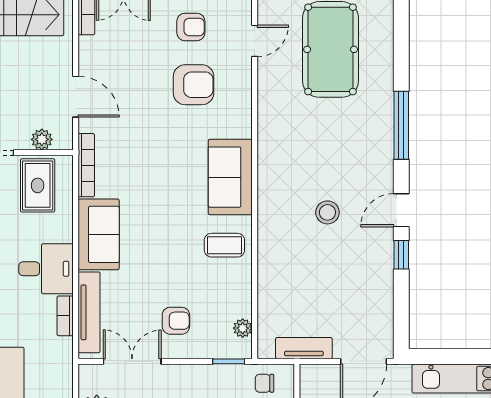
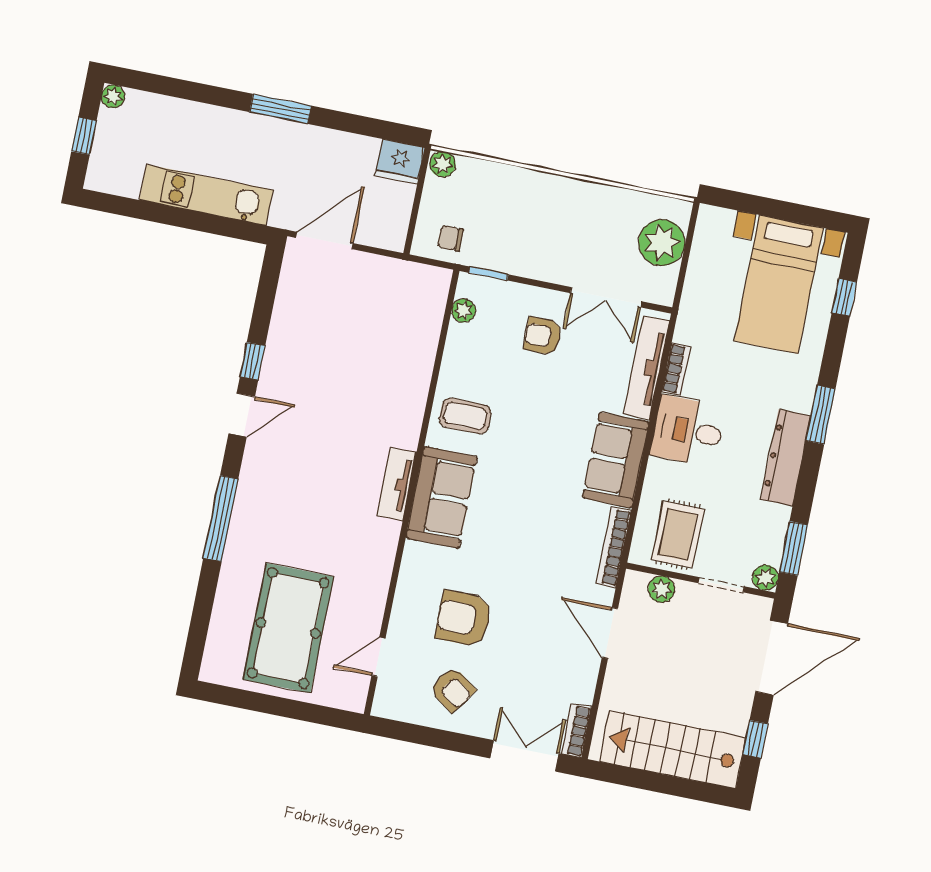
armchair: (191, 27) -> (453, 689), turned -145
stool: (327, 212) -> (332, 431), removed
tv unit: (304, 348) -> (397, 484), moved, turned 90
chair: (264, 383) -> (450, 238), turned 180

